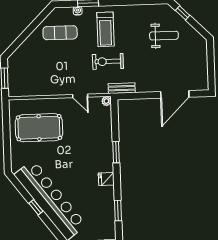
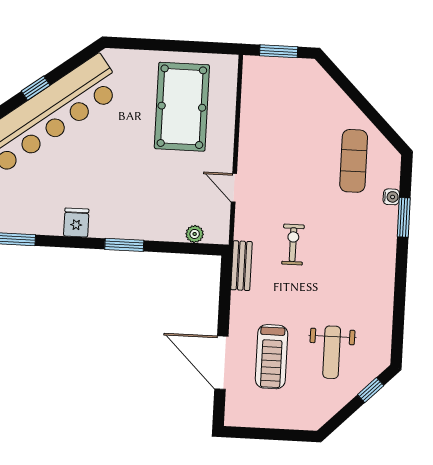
treadmill: (105, 29) -> (272, 357), moved, turned -90
exercise bike: (108, 61) -> (293, 245), width x0.73, depth x0.72
door: (80, 96) -> (234, 188), hinge flipped
plant: (106, 101) -> (195, 234), moved

